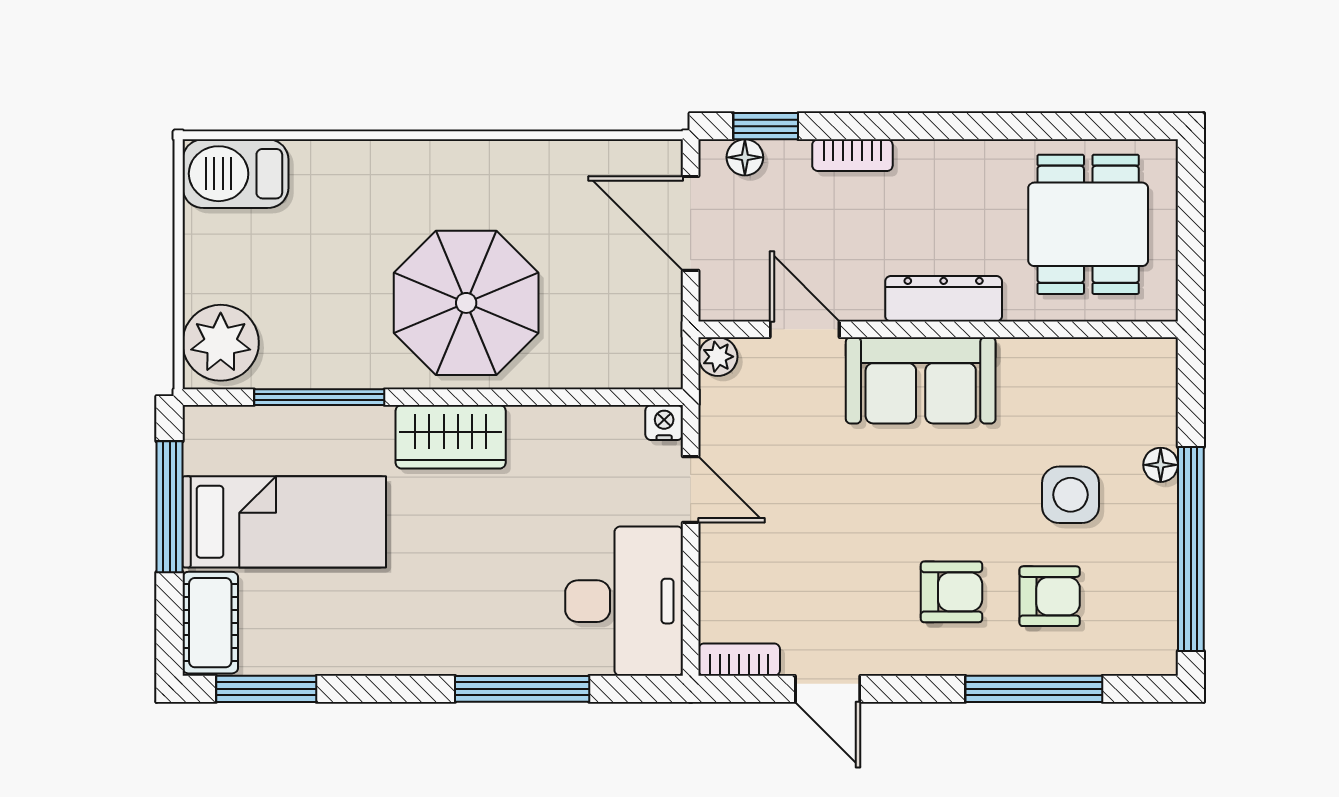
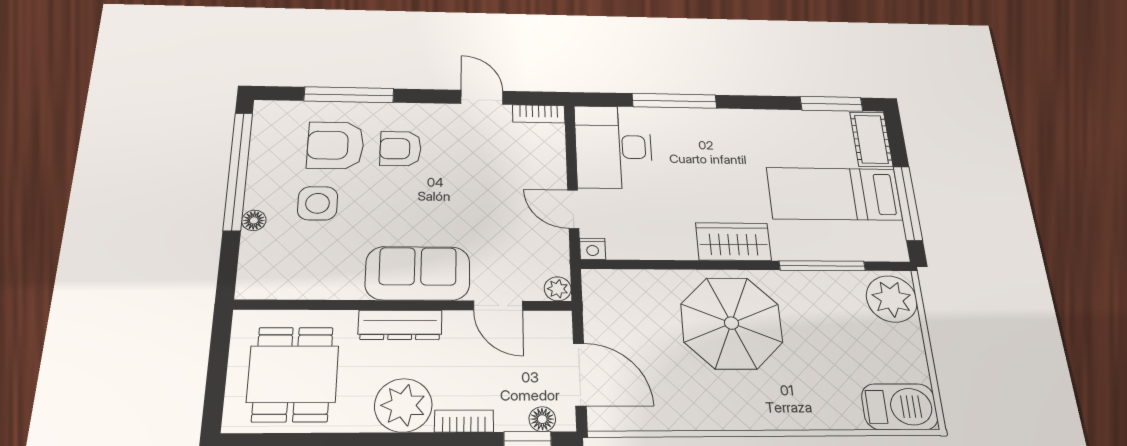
plant: (936, 178) -> (403, 405), added
armchair: (1050, 596) -> (336, 145), width x1.38, depth x1.38

